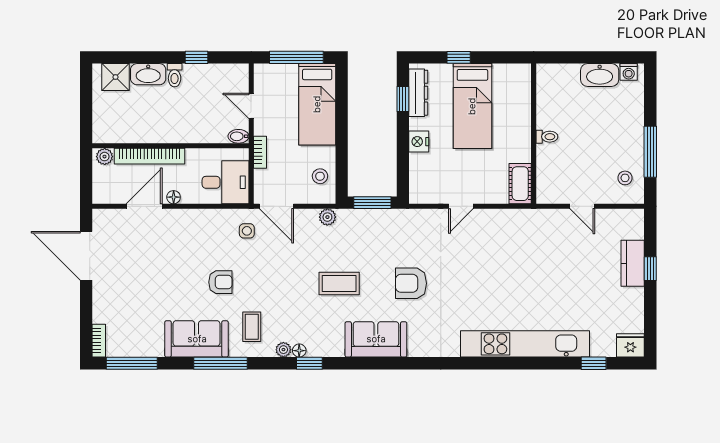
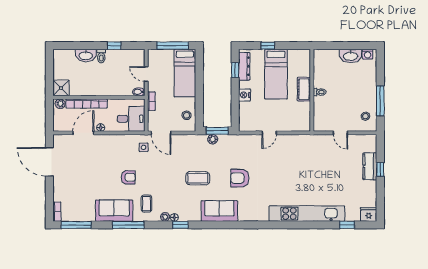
shower: (115, 77) -> (61, 88), moved
cot: (520, 184) -> (304, 89), moved
plant: (327, 217) -> (213, 139), moved

